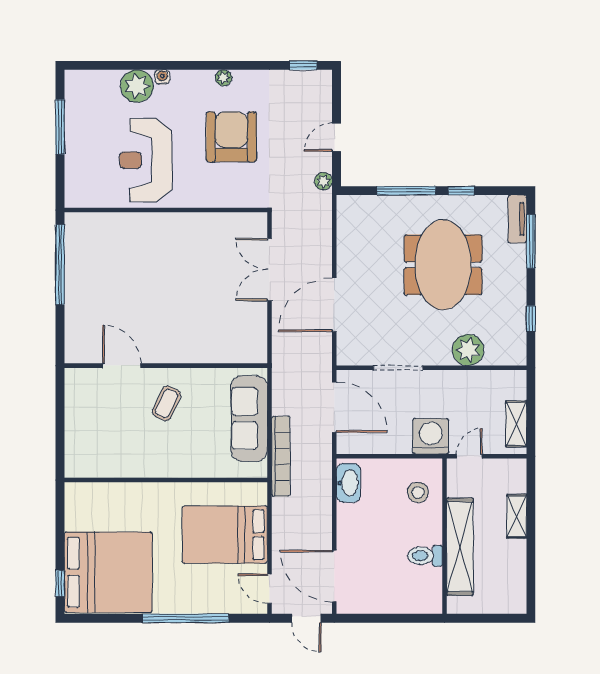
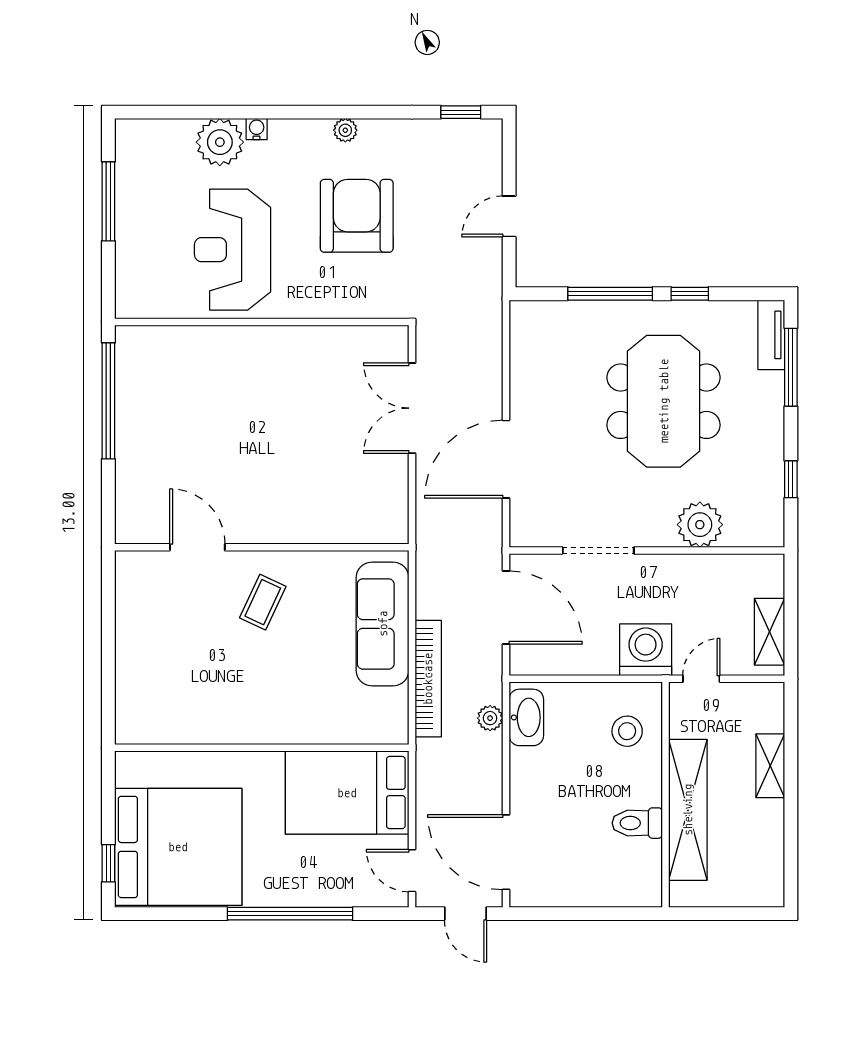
plant: (323, 181) -> (490, 718), moved
wall: (166, 480) -> (262, 748), moved

